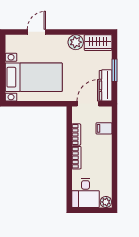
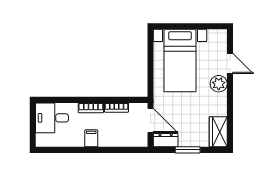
plant: (76, 42) -> (219, 84), moved
dresser: (106, 85) -> (166, 140), width x0.70
filing cabinet: (104, 128) -> (91, 138), moved
plant: (106, 202) -> (42, 140), removed

